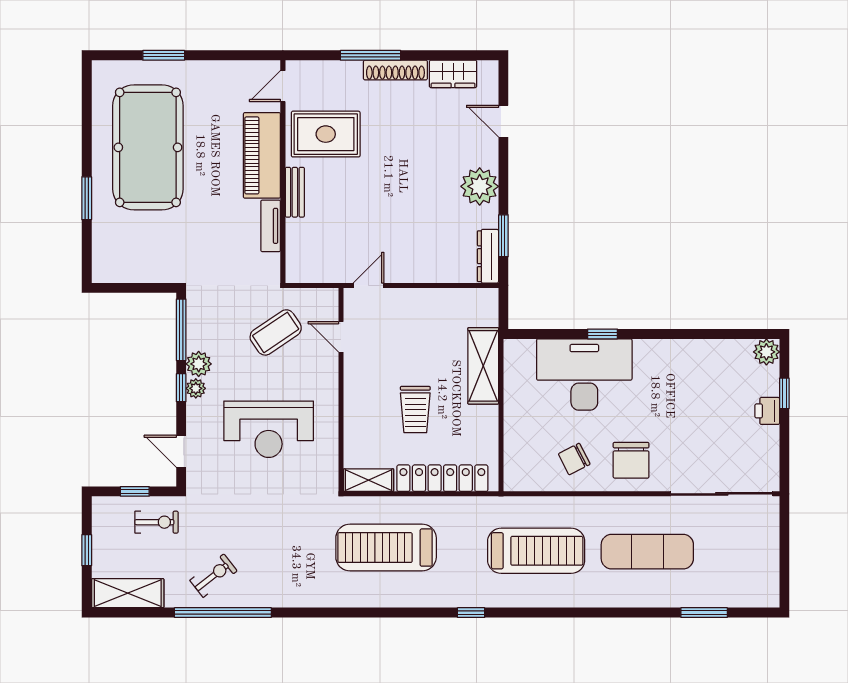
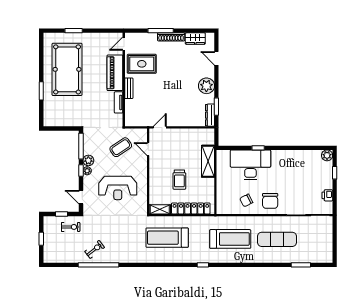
printer: (767, 411) -> (327, 195), moved
shelving: (128, 593) -> (59, 257), removed

